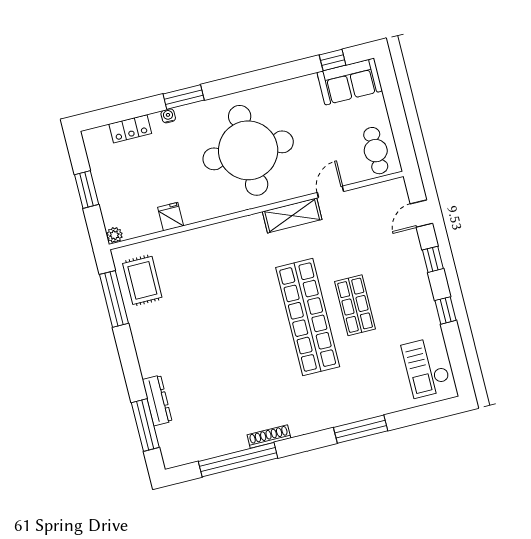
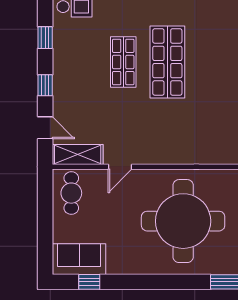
door: (421, 214) -> (45, 128), hinge flipped
shelving: (292, 215) -> (78, 154), moved
shop shelf: (308, 317) -> (167, 62), width x0.71

